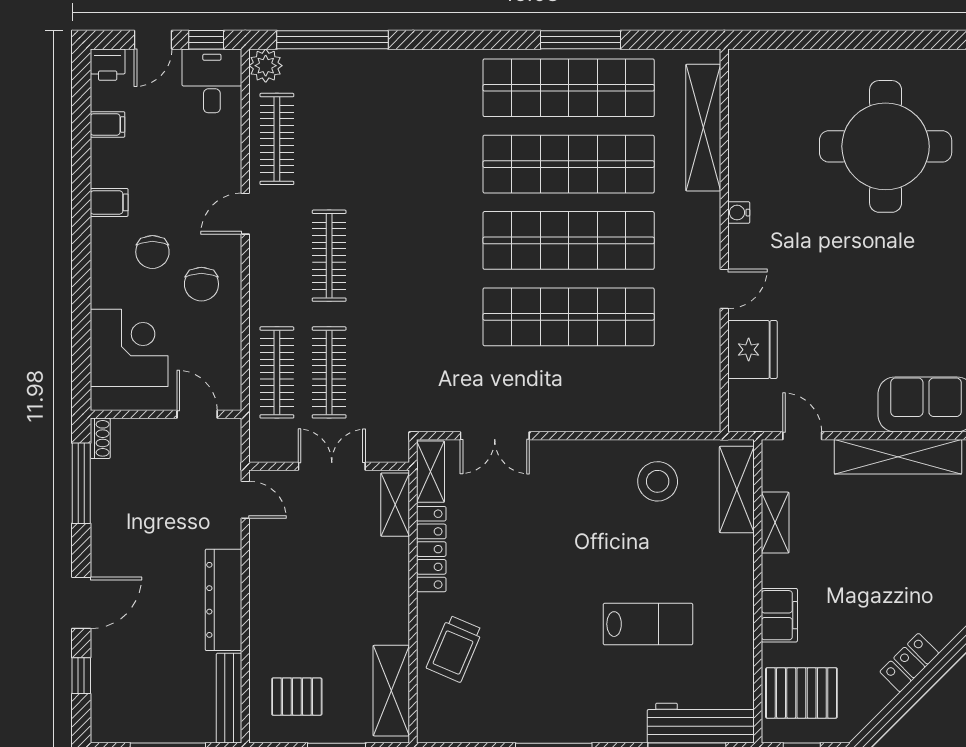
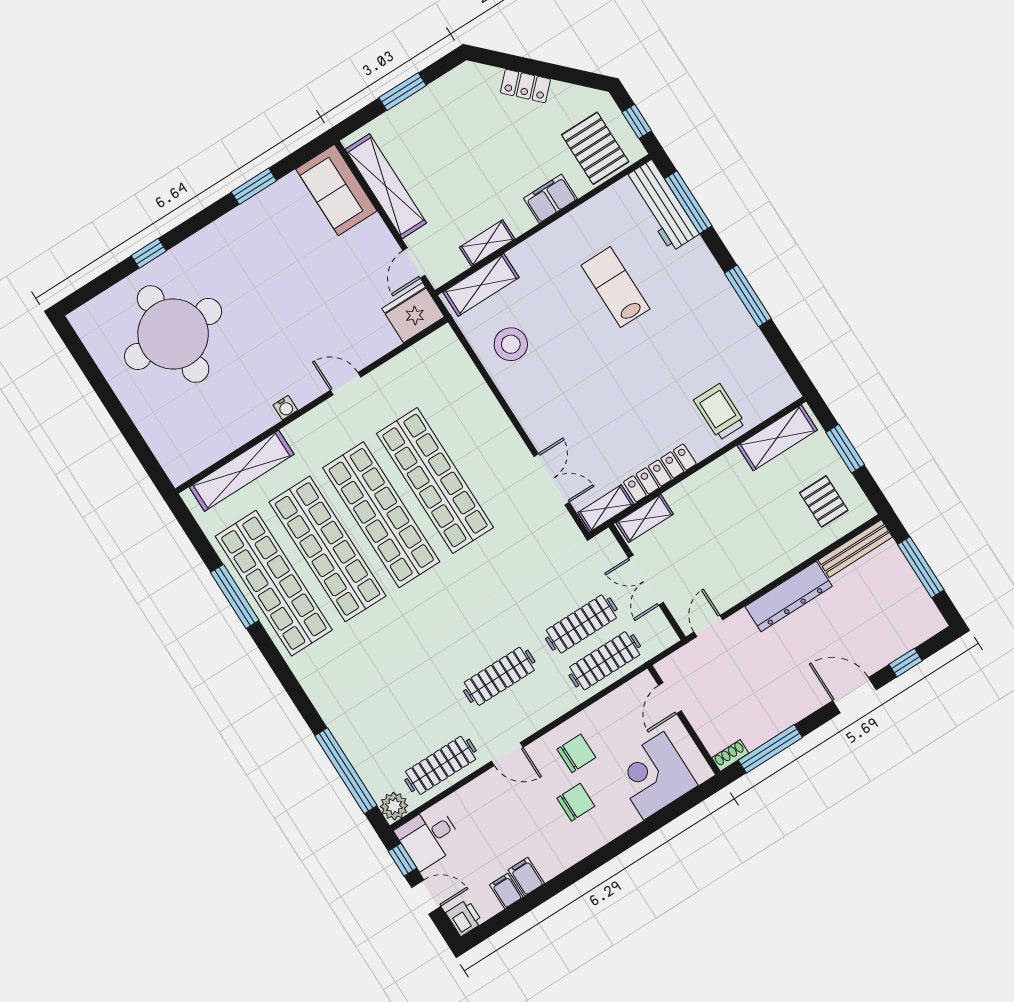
filing cabinet: (109, 202) -> (526, 877), moved
fridge: (752, 350) -> (413, 313), moved
trolley: (455, 649) -> (719, 412), turned -113

